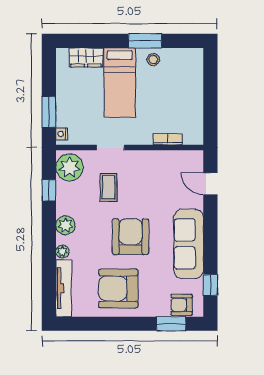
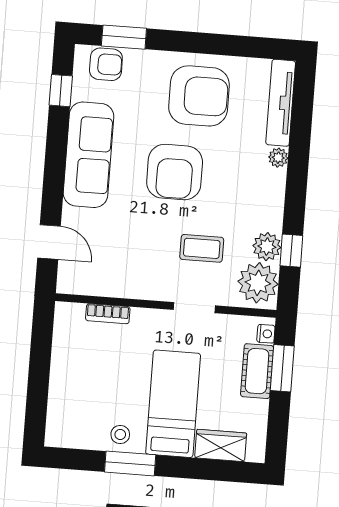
cot: (66, 109) -> (257, 371), added
coffee table: (109, 187) -> (202, 248), turned 90
plant: (65, 225) -> (267, 247), moved

